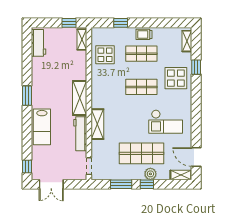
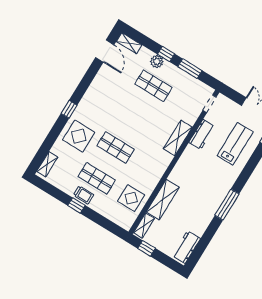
window: (121, 23) -> (76, 205), moved
window: (196, 67) -> (69, 109), moved
window: (27, 96) -> (227, 205), width x1.44
shelving: (80, 98) -> (163, 200), moved
checkout: (166, 122) -> (113, 101), removed
lab bench: (42, 127) -> (235, 144), moved
workbench: (80, 134) -> (202, 134), width x0.73
shop shelf: (141, 153) -> (153, 86), width x0.70, depth x0.74

